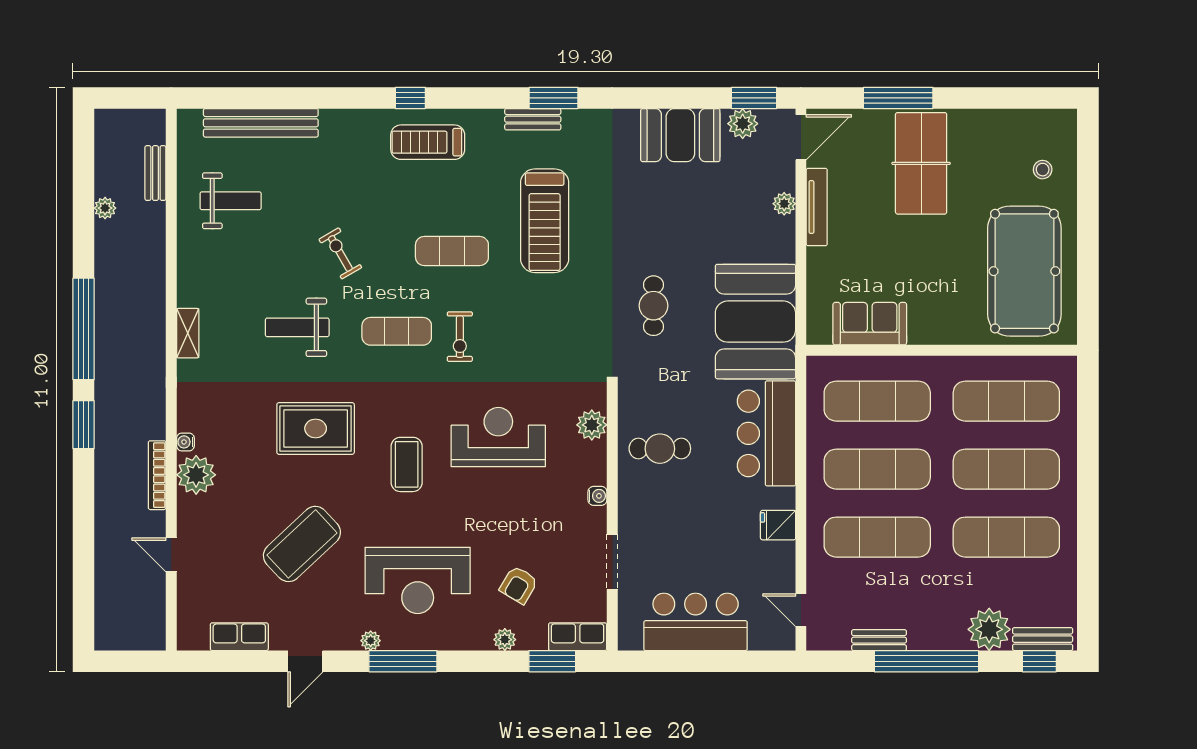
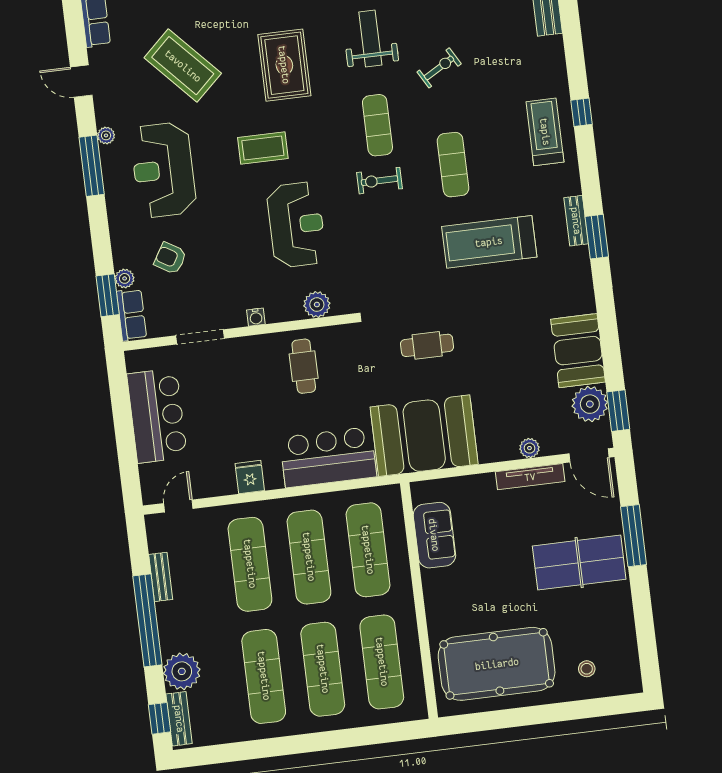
plant: (743, 124) -> (590, 404), width x1.36, depth x1.36
plant: (505, 640) -> (125, 278), moved

